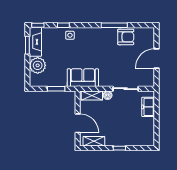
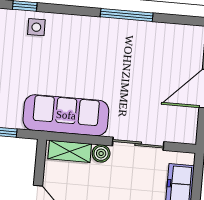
armchair: (126, 37) -> (147, 40), removed
sofa: (83, 78) -> (66, 115), width x1.36

